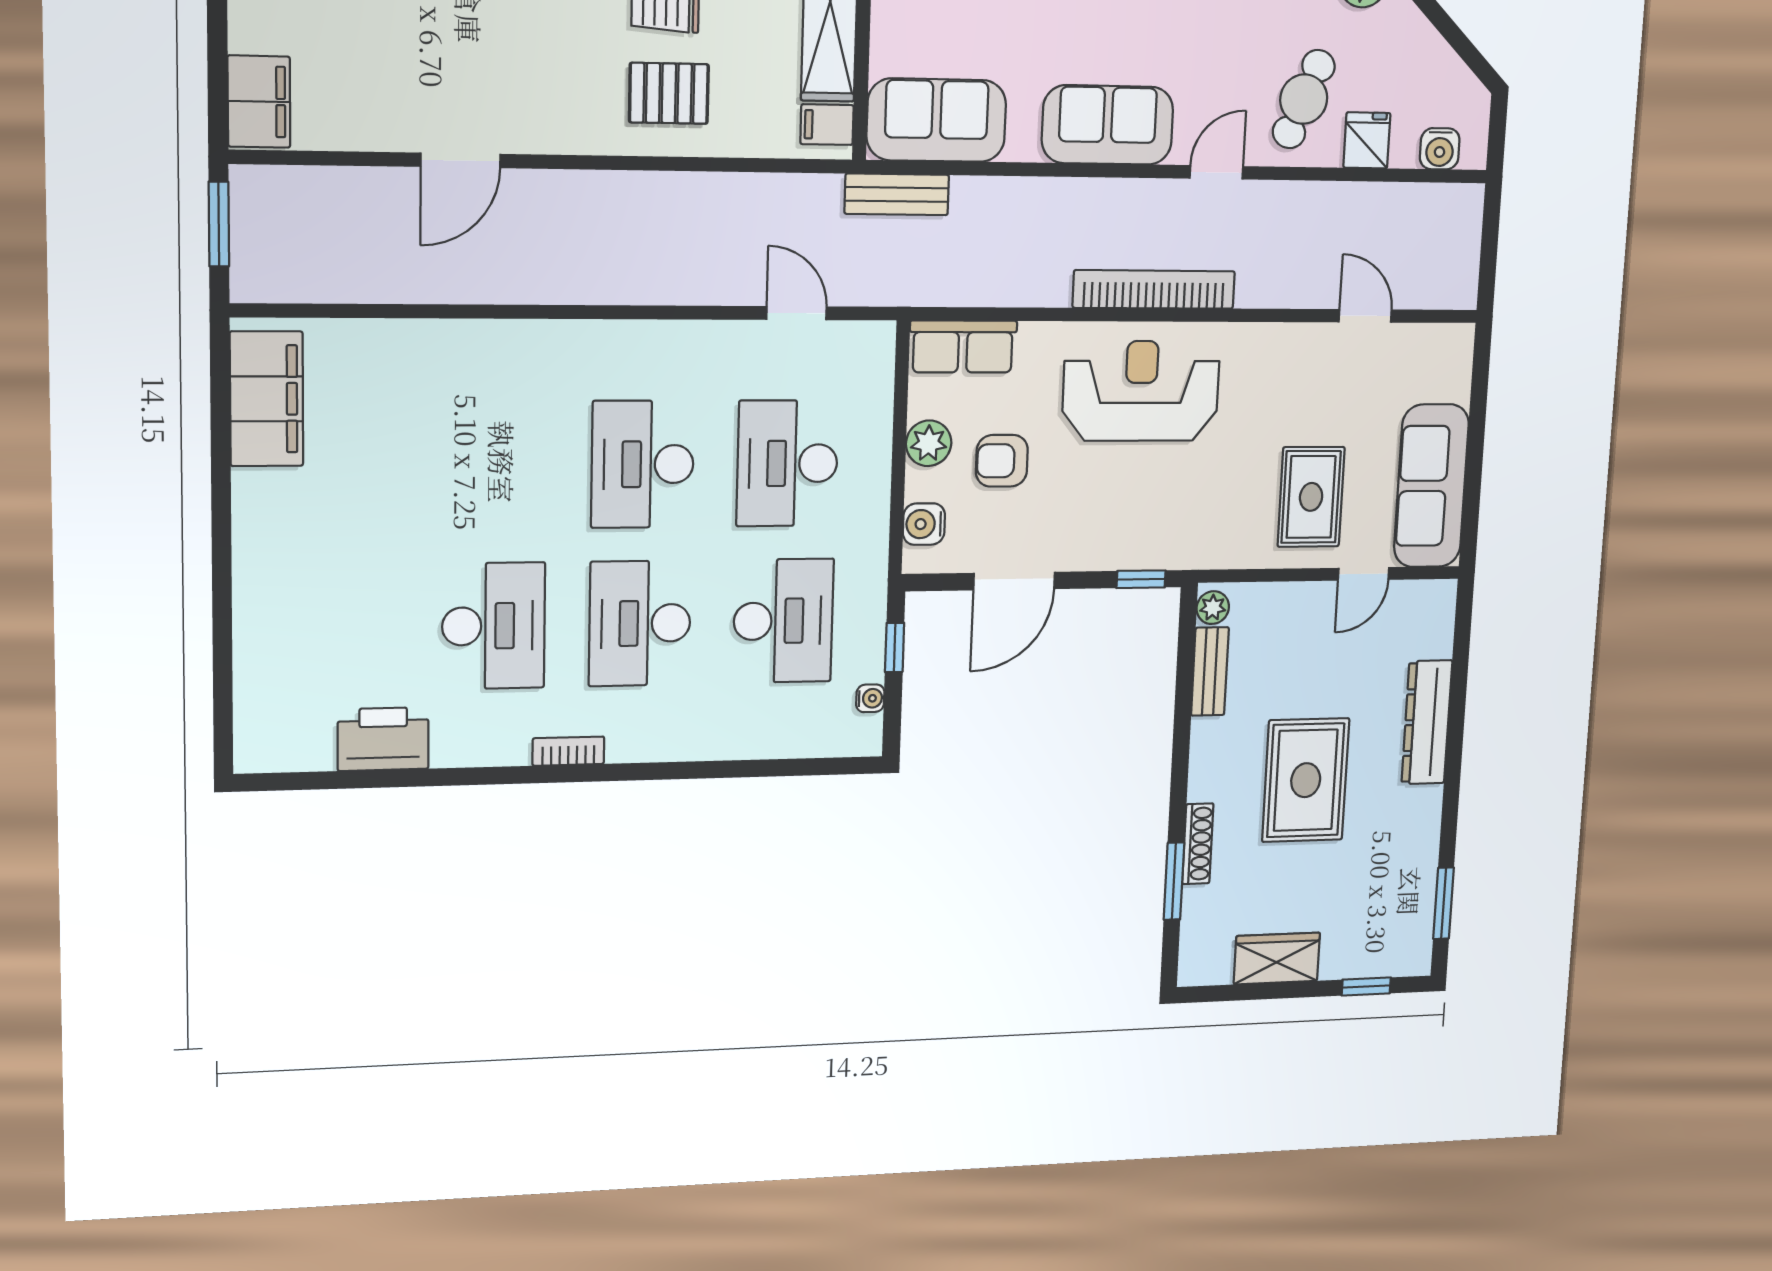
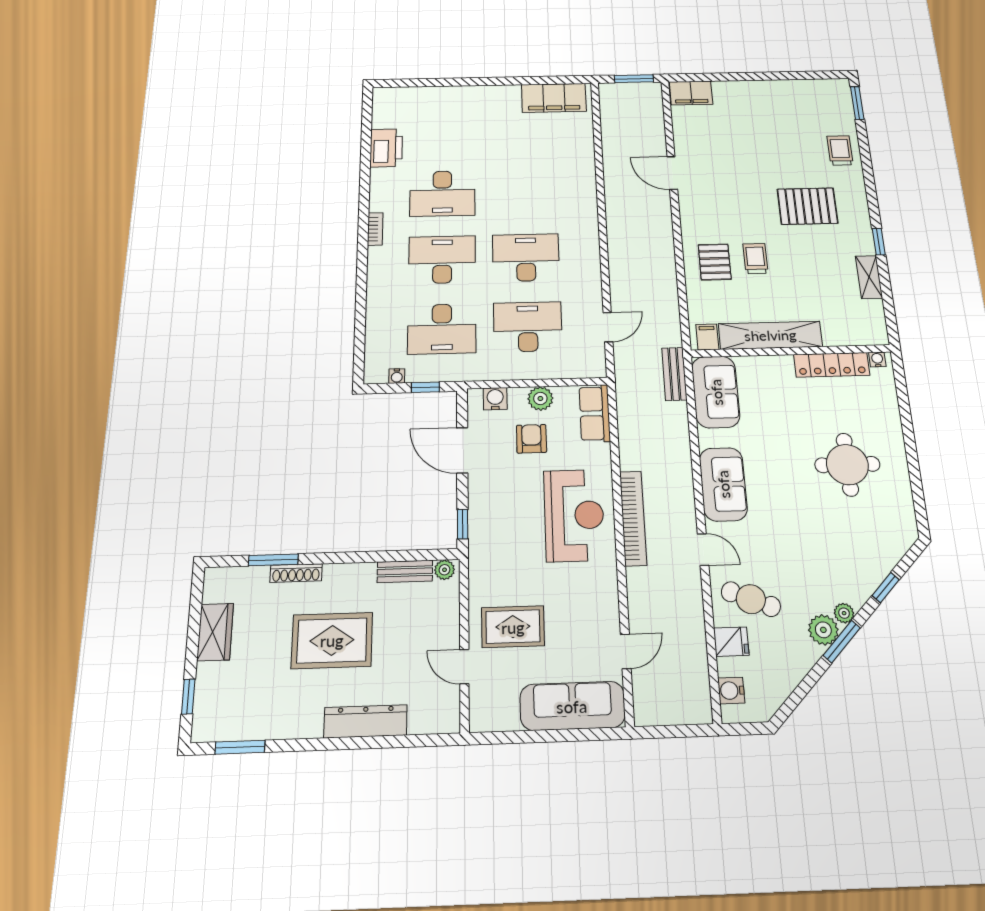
sofa: (1431, 486) -> (572, 706), moved

